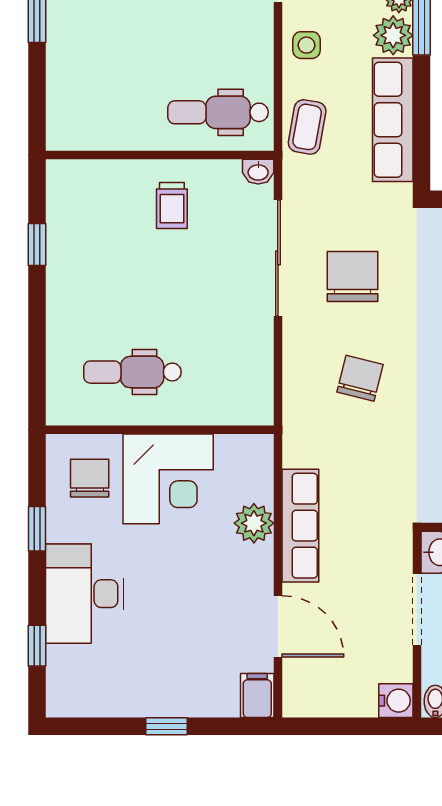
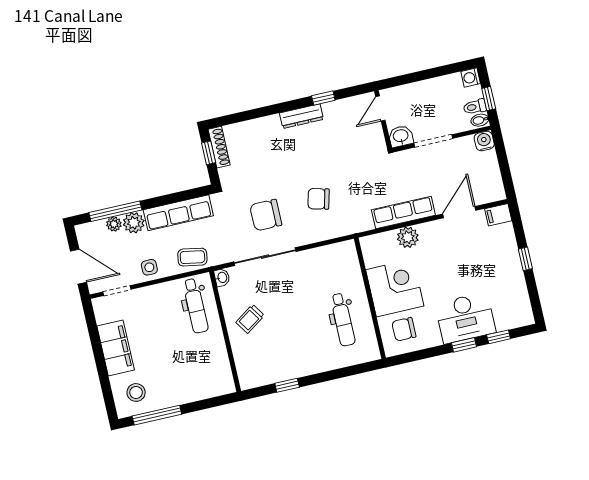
trolley: (172, 205) -> (250, 319), turned 146
window: (37, 529) -> (464, 345), moved

